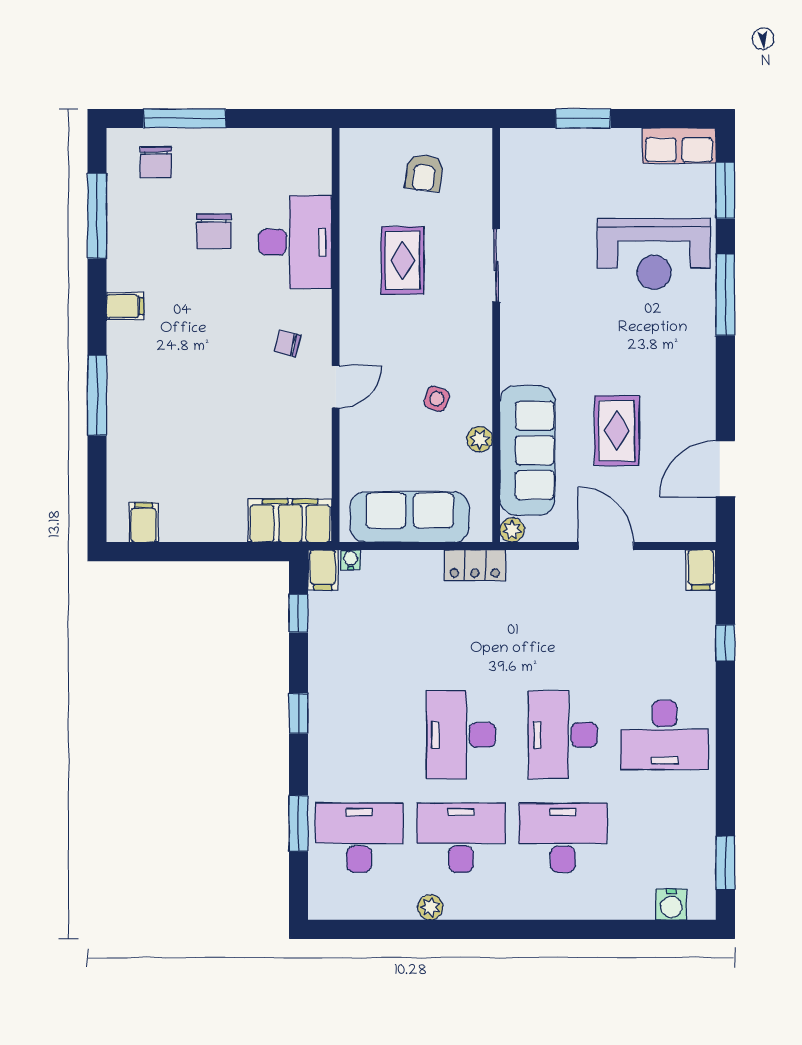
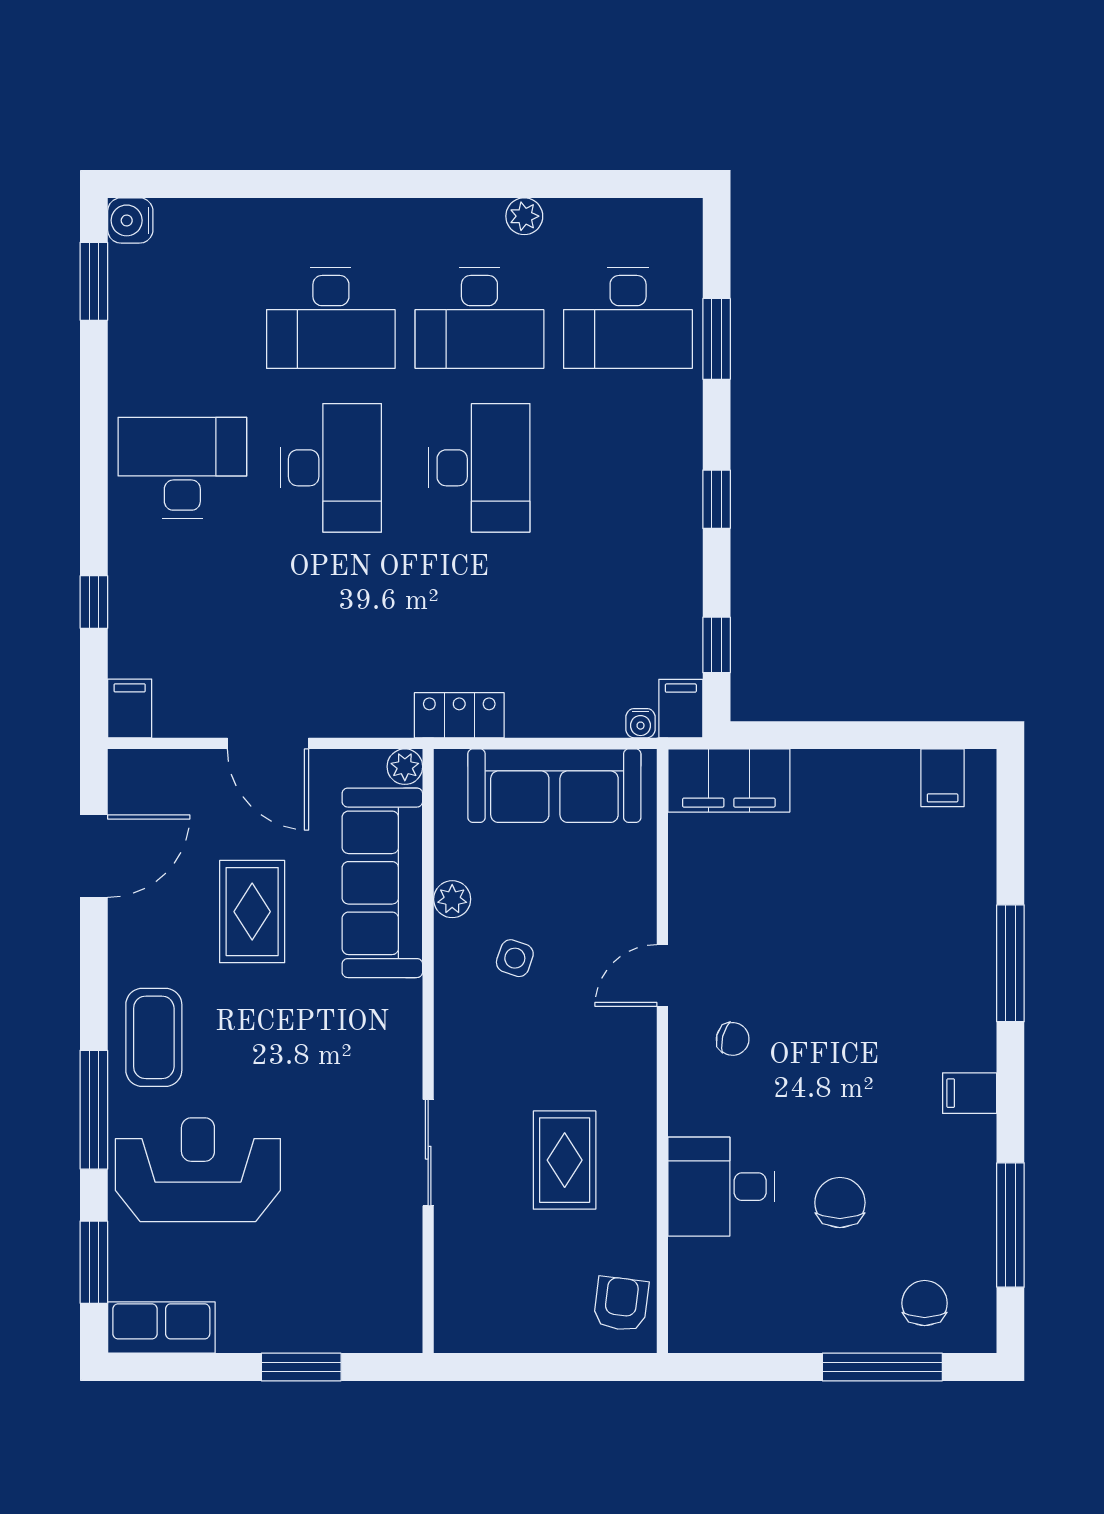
armchair: (424, 173) -> (621, 1304), moved
desk: (295, 242) -> (721, 1187), width x0.73
coffee table: (684, 344) -> (154, 1037), added
water cooler: (671, 904) -> (130, 220), moved, turned -90

